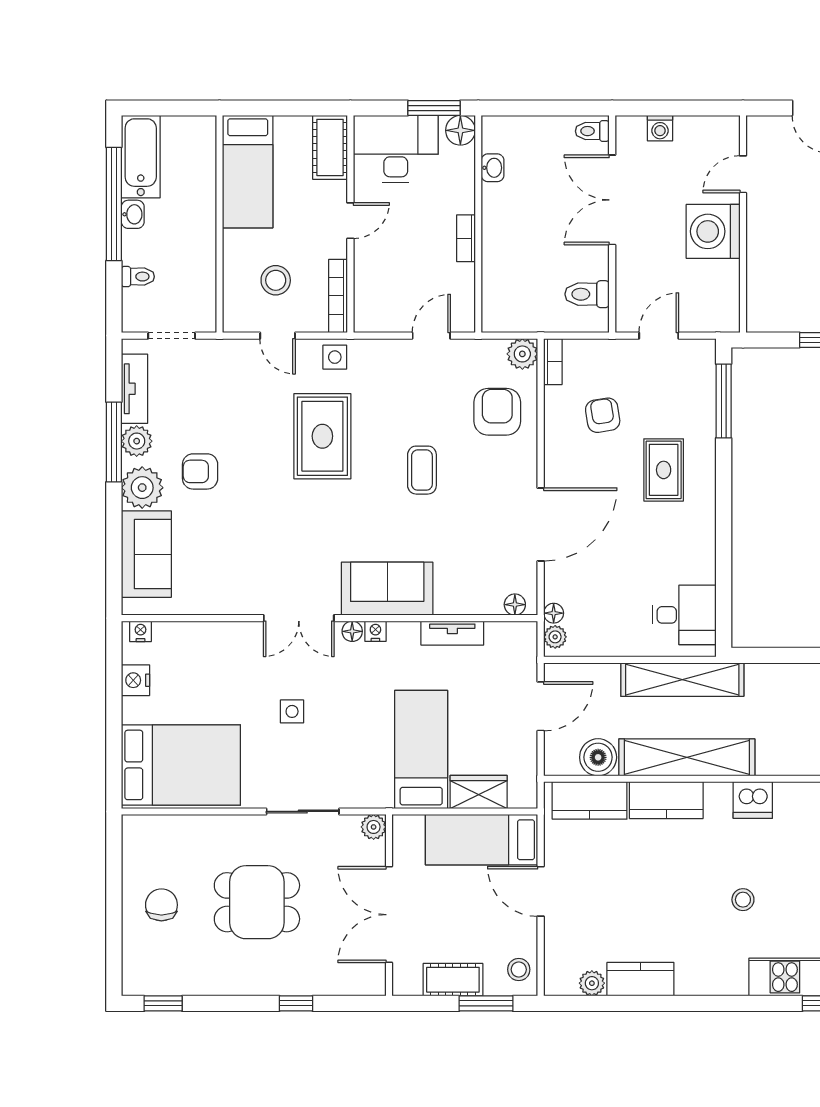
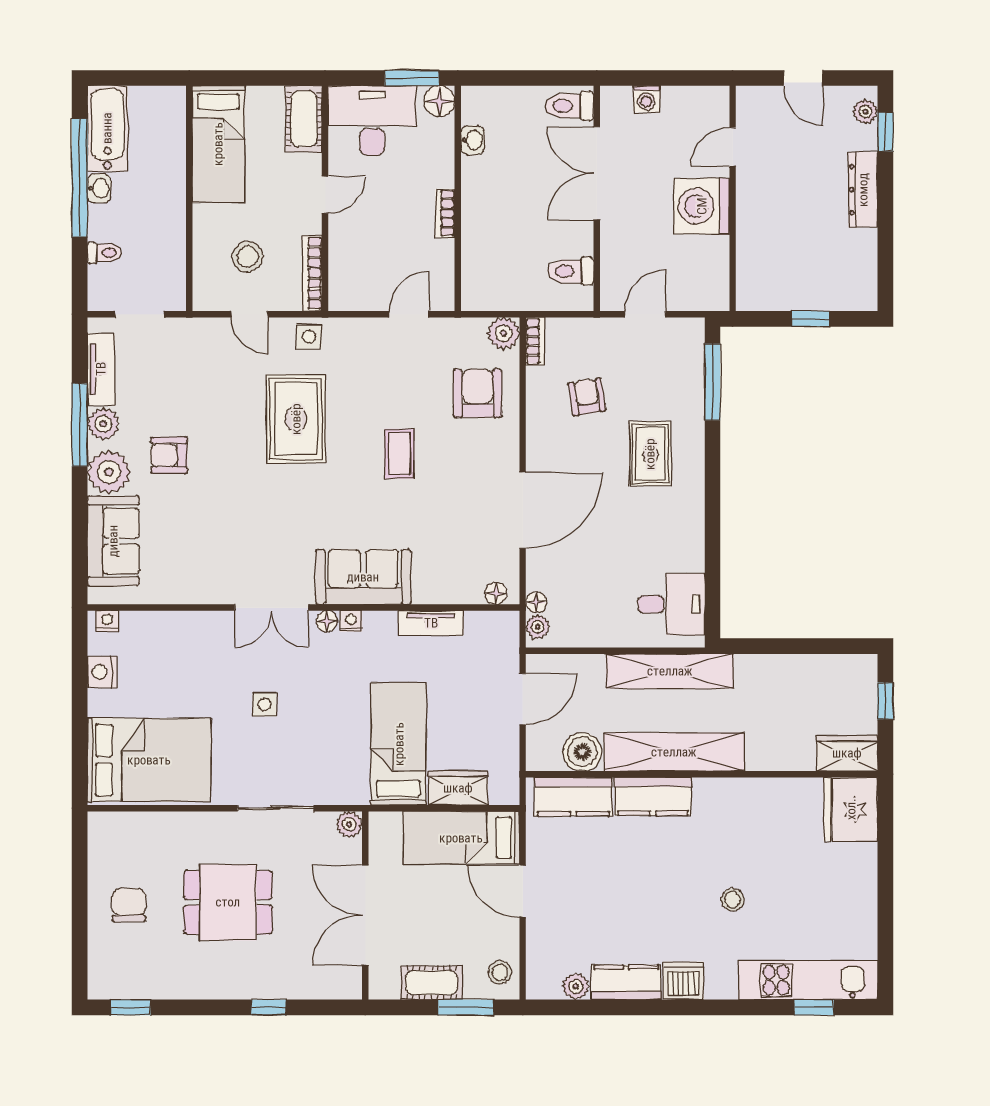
toilet: (592, 131) -> (569, 106), width x1.37, depth x1.39
dishwasher: (753, 800) -> (684, 981), moved, turned 180

